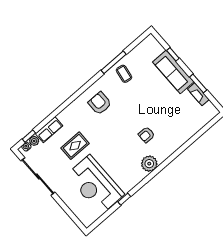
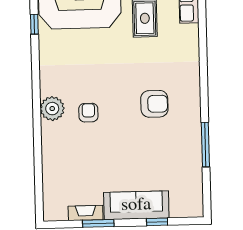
coffee table: (124, 74) -> (182, 146), removed
armchair: (100, 103) -> (154, 104), moved
plant: (149, 164) -> (52, 109), moved

